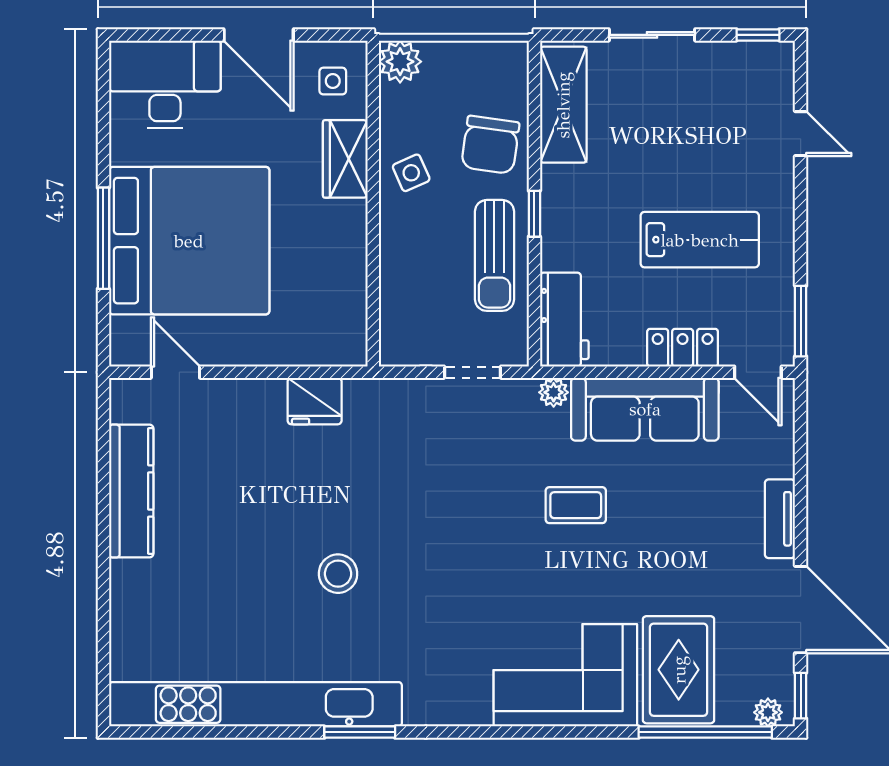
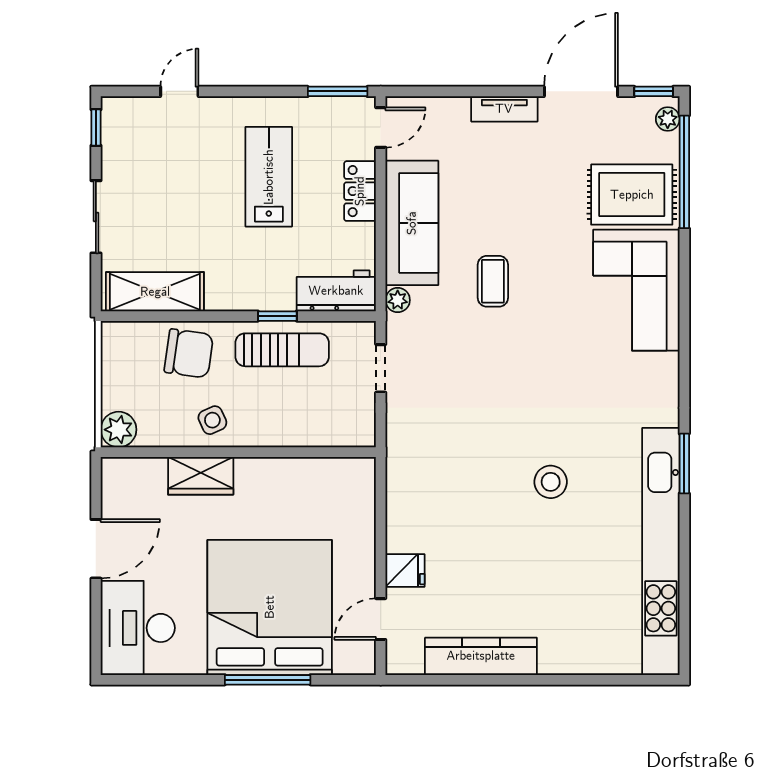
side table: (333, 81) -> (135, 486), removed
window: (534, 214) -> (277, 316), moved
fridge: (315, 401) -> (405, 571), moved, width x0.72

